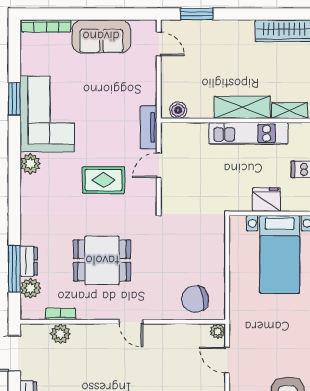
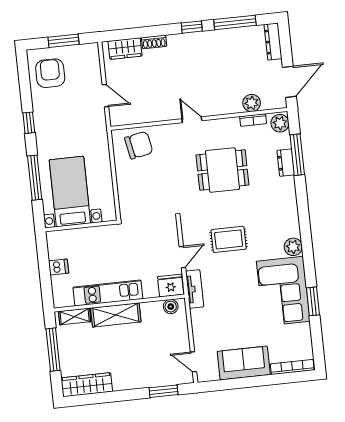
fridge: (266, 200) -> (171, 286), moved, turned 180
plant: (30, 288) -> (280, 123), moved
plant: (218, 331) -> (116, 120), removed

